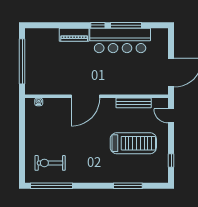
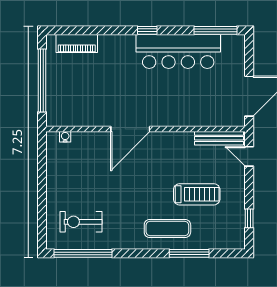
window: (126, 25) -> (215, 30), moved
piano: (74, 35) -> (77, 43), moved
bench: (134, 103) -> (219, 138), moved
treadmill: (133, 143) -> (197, 194), width x0.73, depth x0.73
exercise mat: (112, 168) -> (167, 229), added

